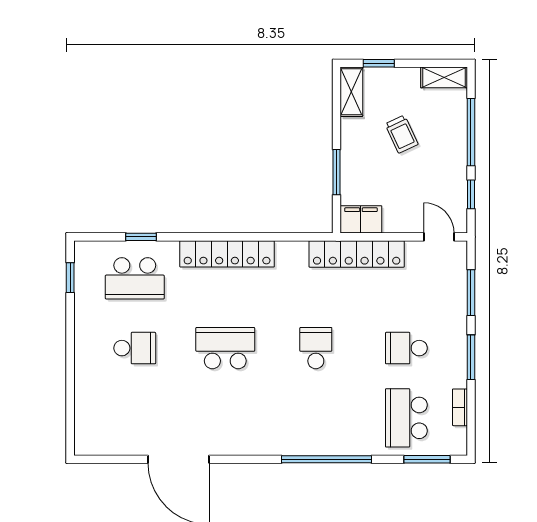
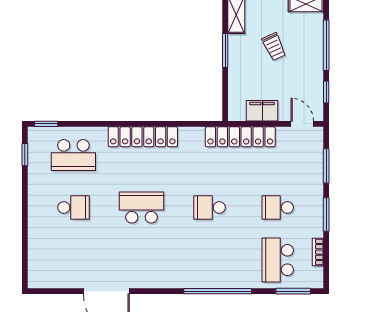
window: (337, 172) -> (225, 50), moved
filing cabinet: (361, 219) -> (262, 111), moved
window: (141, 237) -> (46, 124), moved
school desk: (316, 348) -> (210, 208), turned -90

